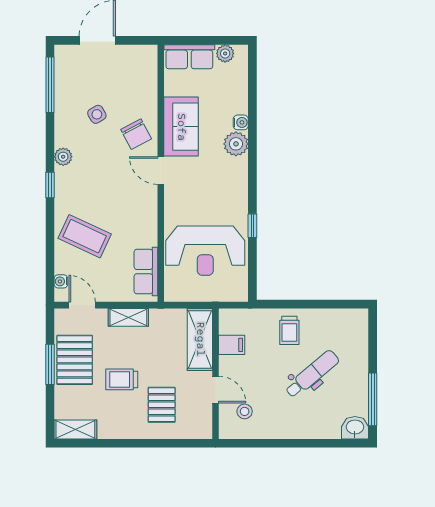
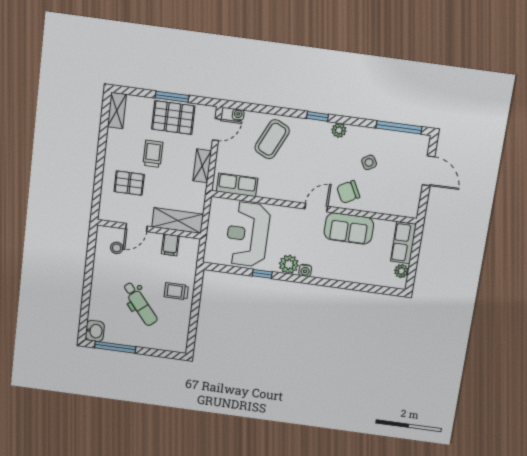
water cooler: (241, 122) -> (305, 270), moved
plant: (236, 144) -> (289, 264), moved

